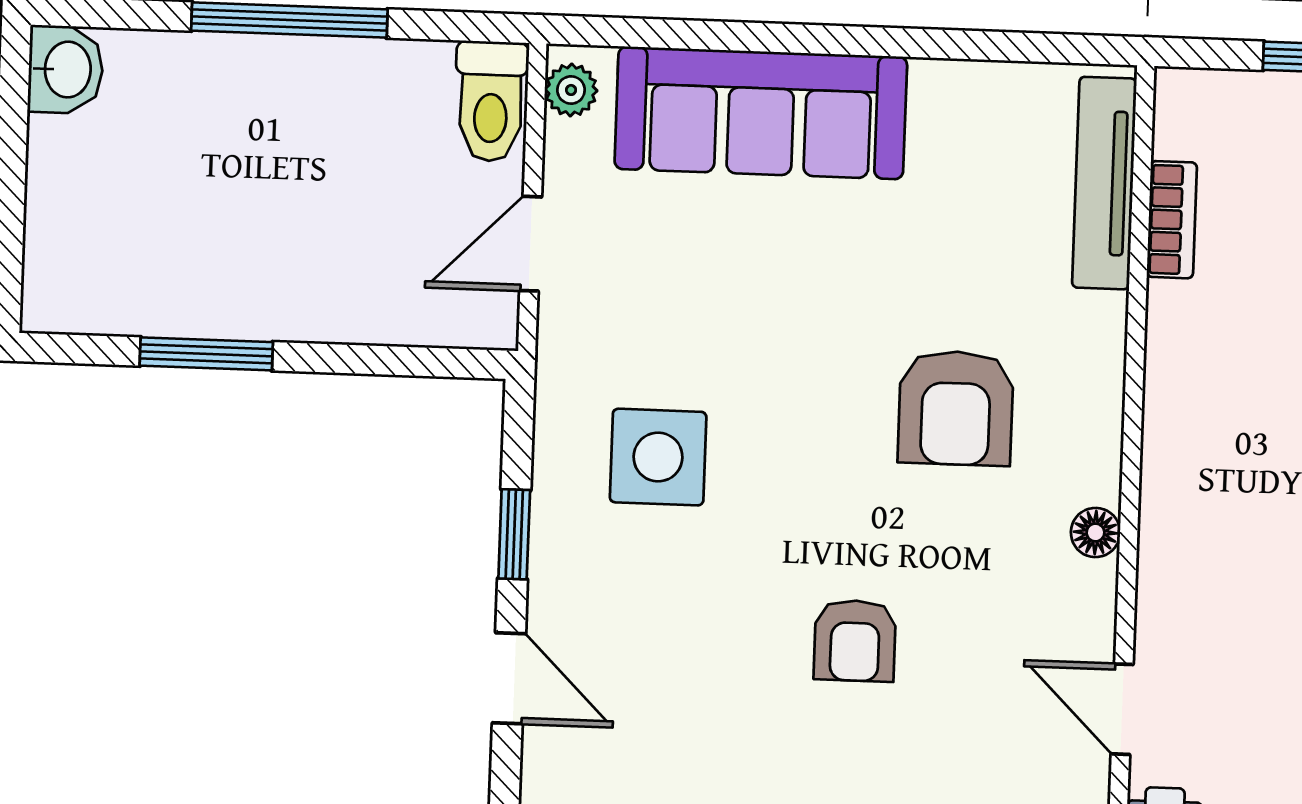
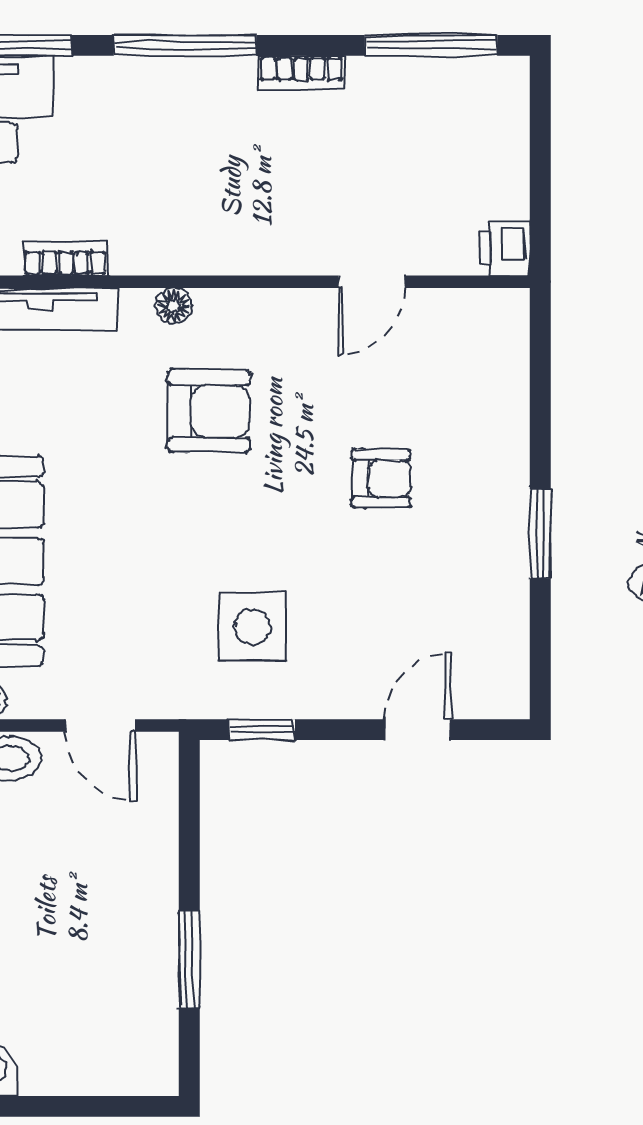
floor lamp: (1095, 532) -> (173, 306), moved
window: (514, 534) -> (262, 730), moved
door: (1122, 709) -> (372, 282), moved

